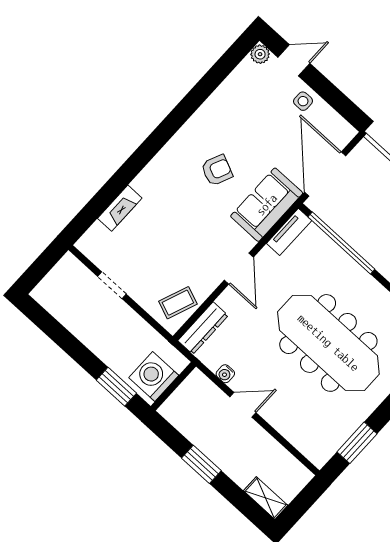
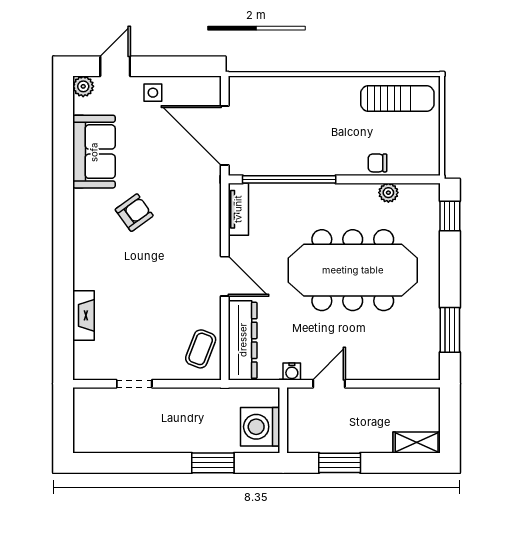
armchair: (217, 170) -> (134, 213), turned 30
sofa: (267, 205) -> (94, 152), moved, turned 180
dresser: (203, 328) -> (243, 340), width x1.37, depth x1.24
washing machine: (154, 376) -> (260, 427), moved
wall: (173, 386) -> (283, 420), moved

